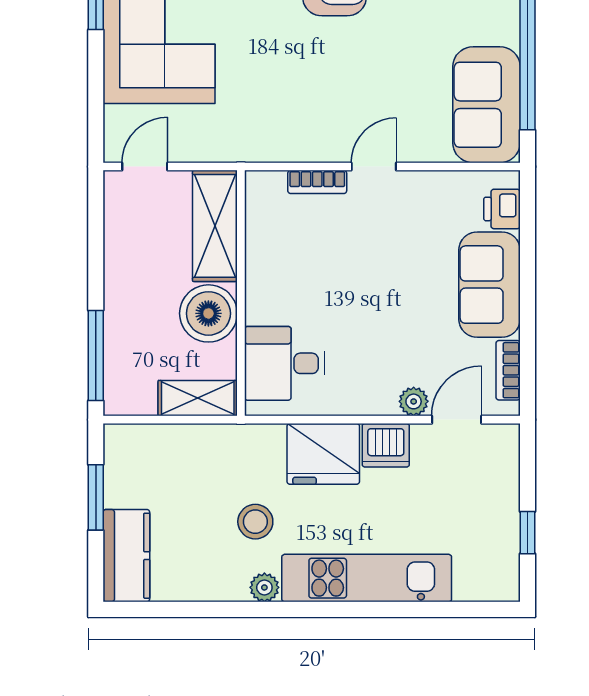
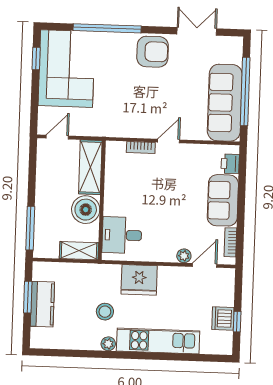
sofa: (486, 105) -> (225, 103), width x1.36
dishwasher: (386, 445) -> (223, 319), moved, turned 90
kitchen counter: (126, 556) -> (42, 304), moved

